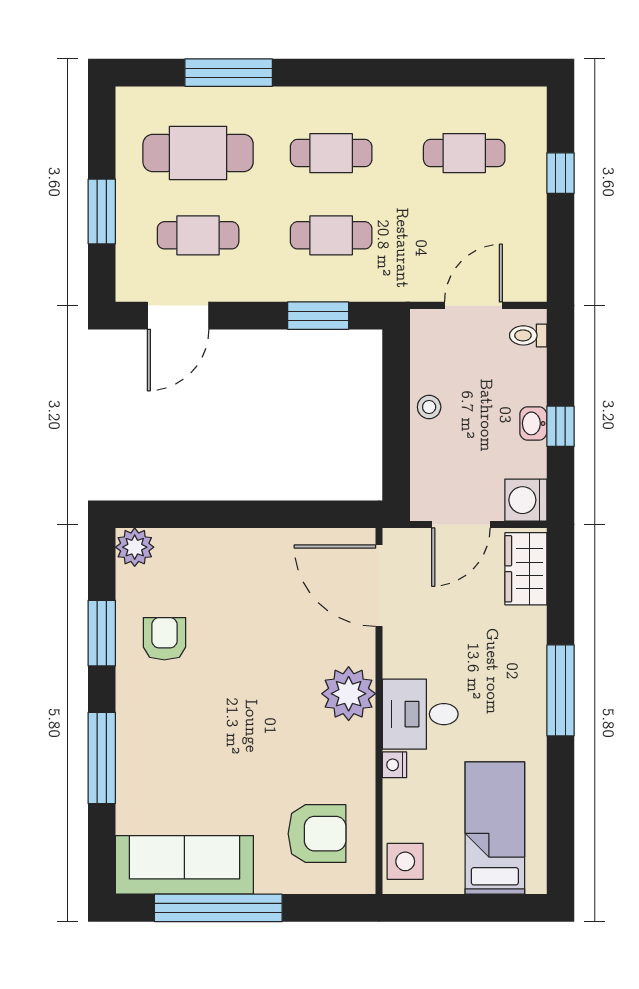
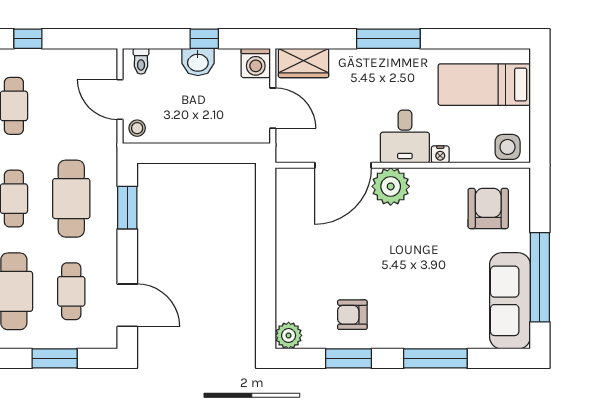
cafe table: (331, 235) -> (71, 199), width x1.37, depth x1.35
stool: (429, 407) -> (137, 128), moved
washbasin: (533, 423) -> (198, 62), width x1.38, depth x1.45
door: (379, 586) -> (343, 165), moved

